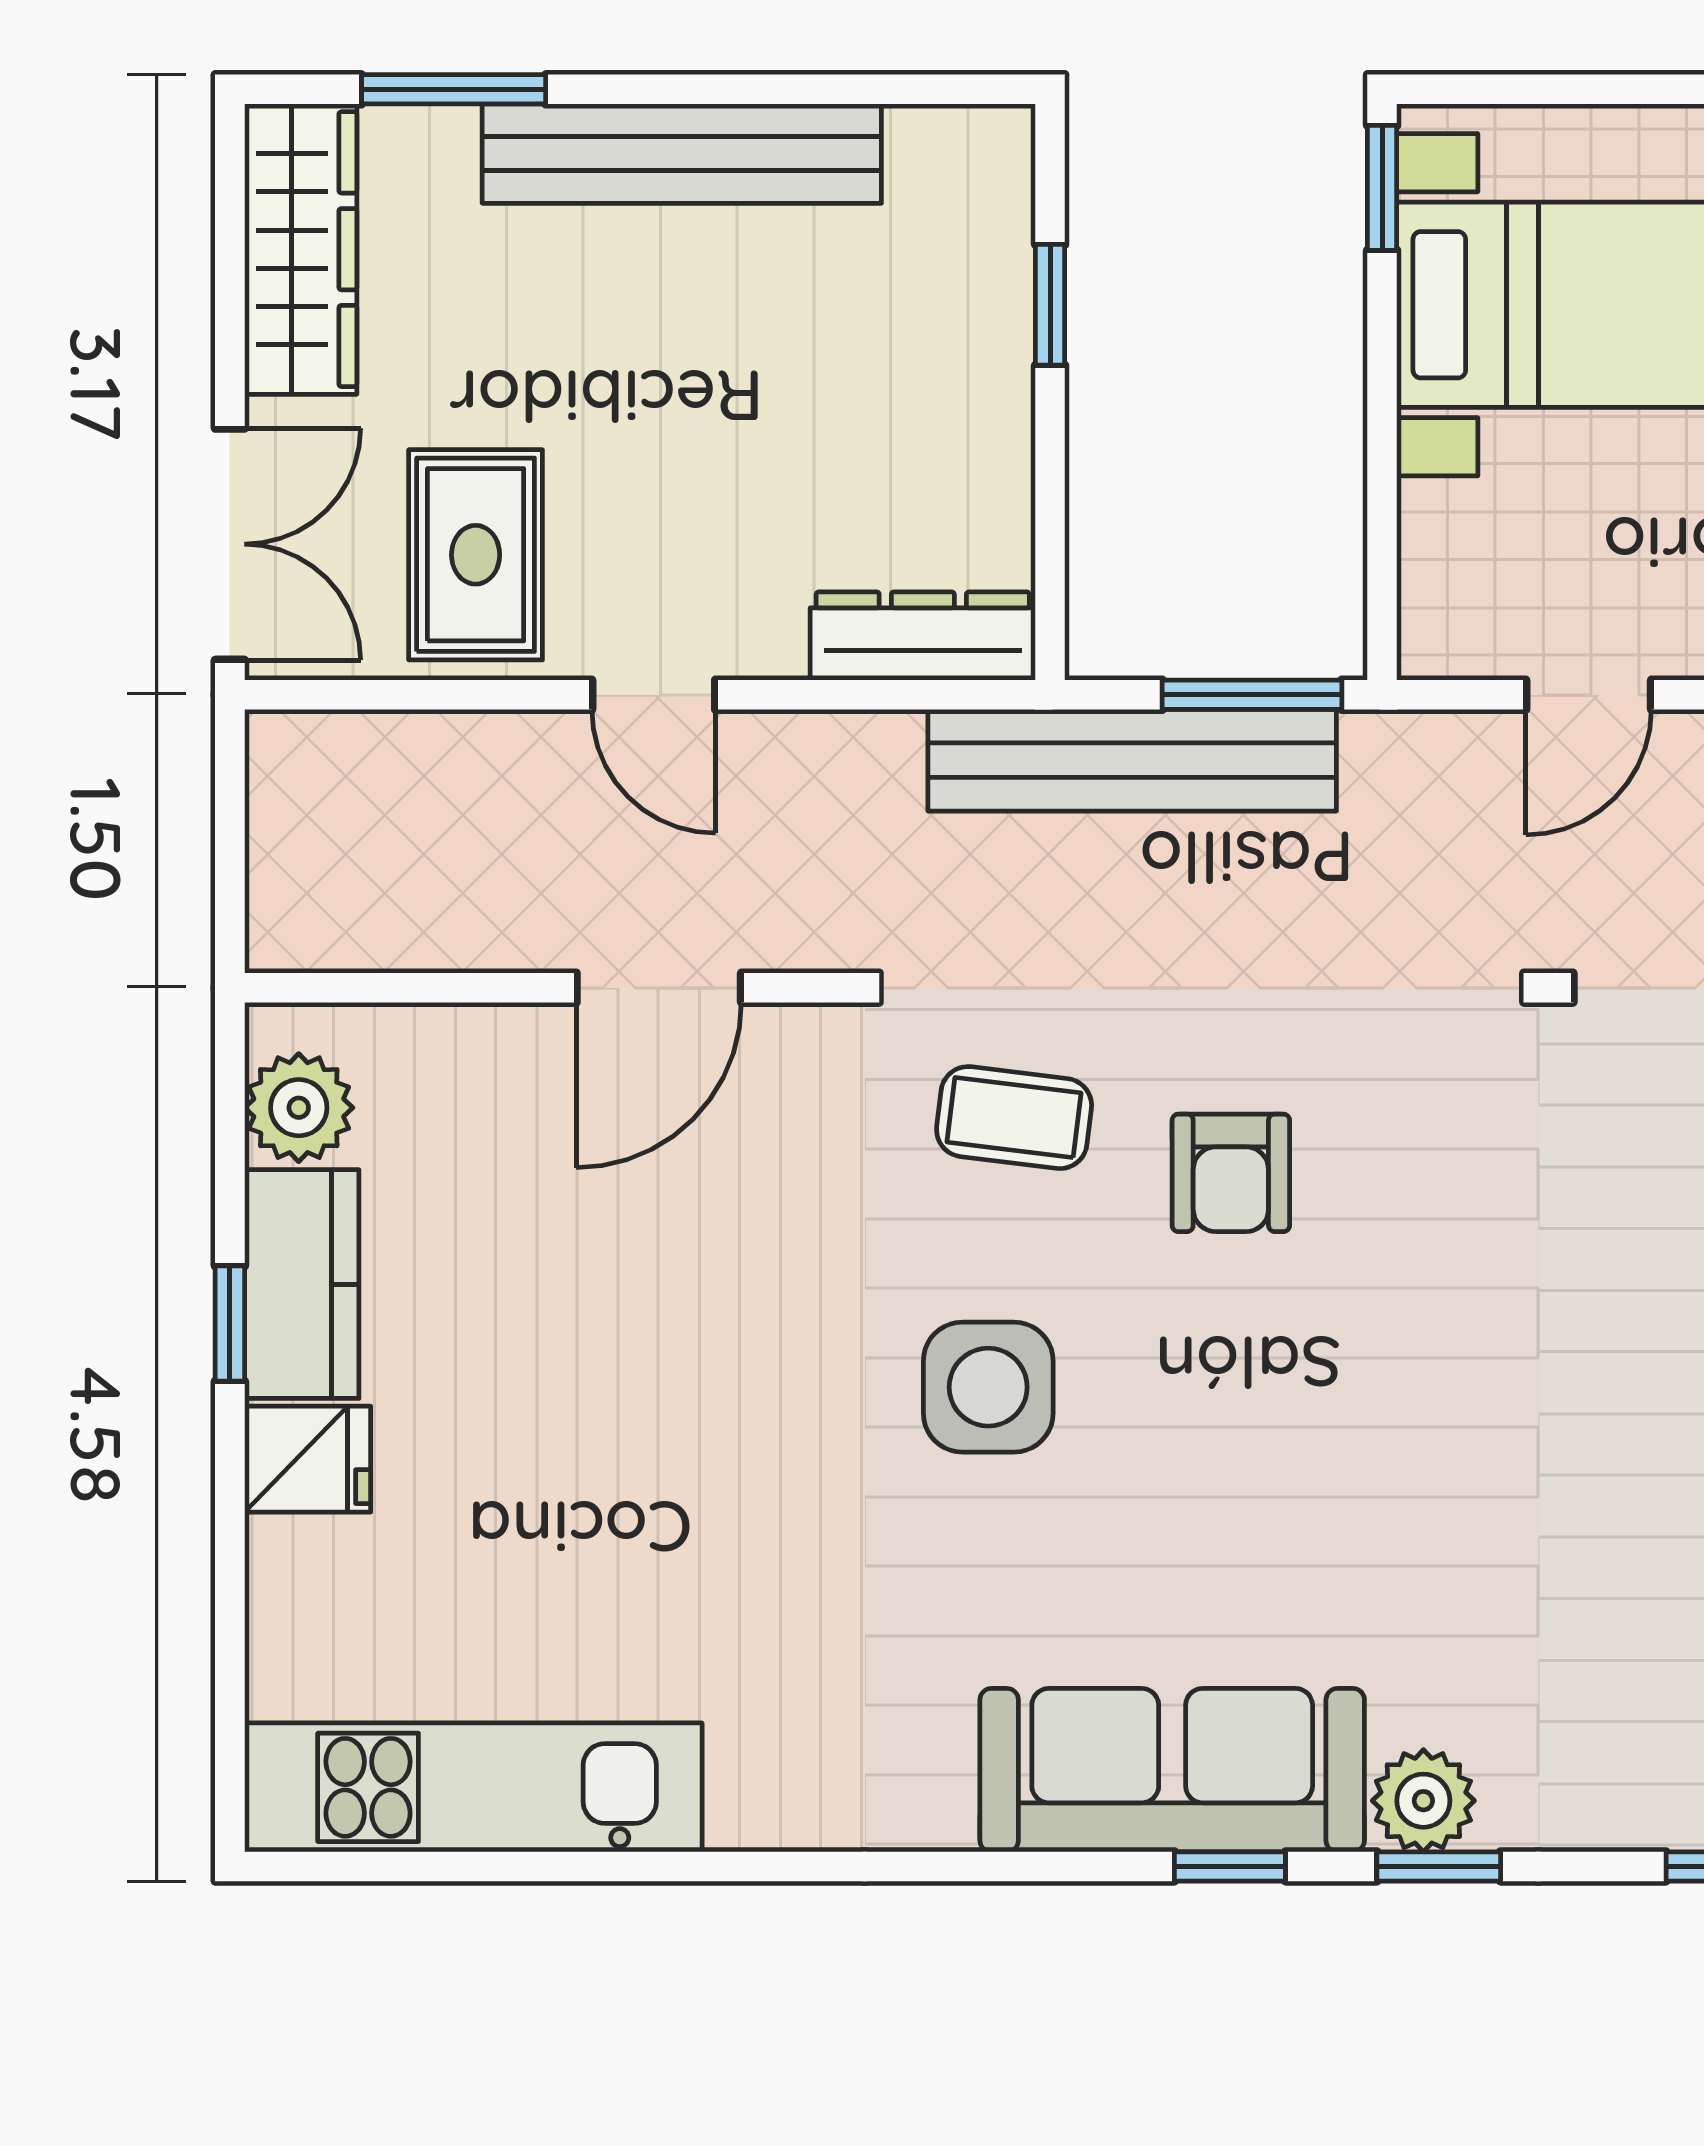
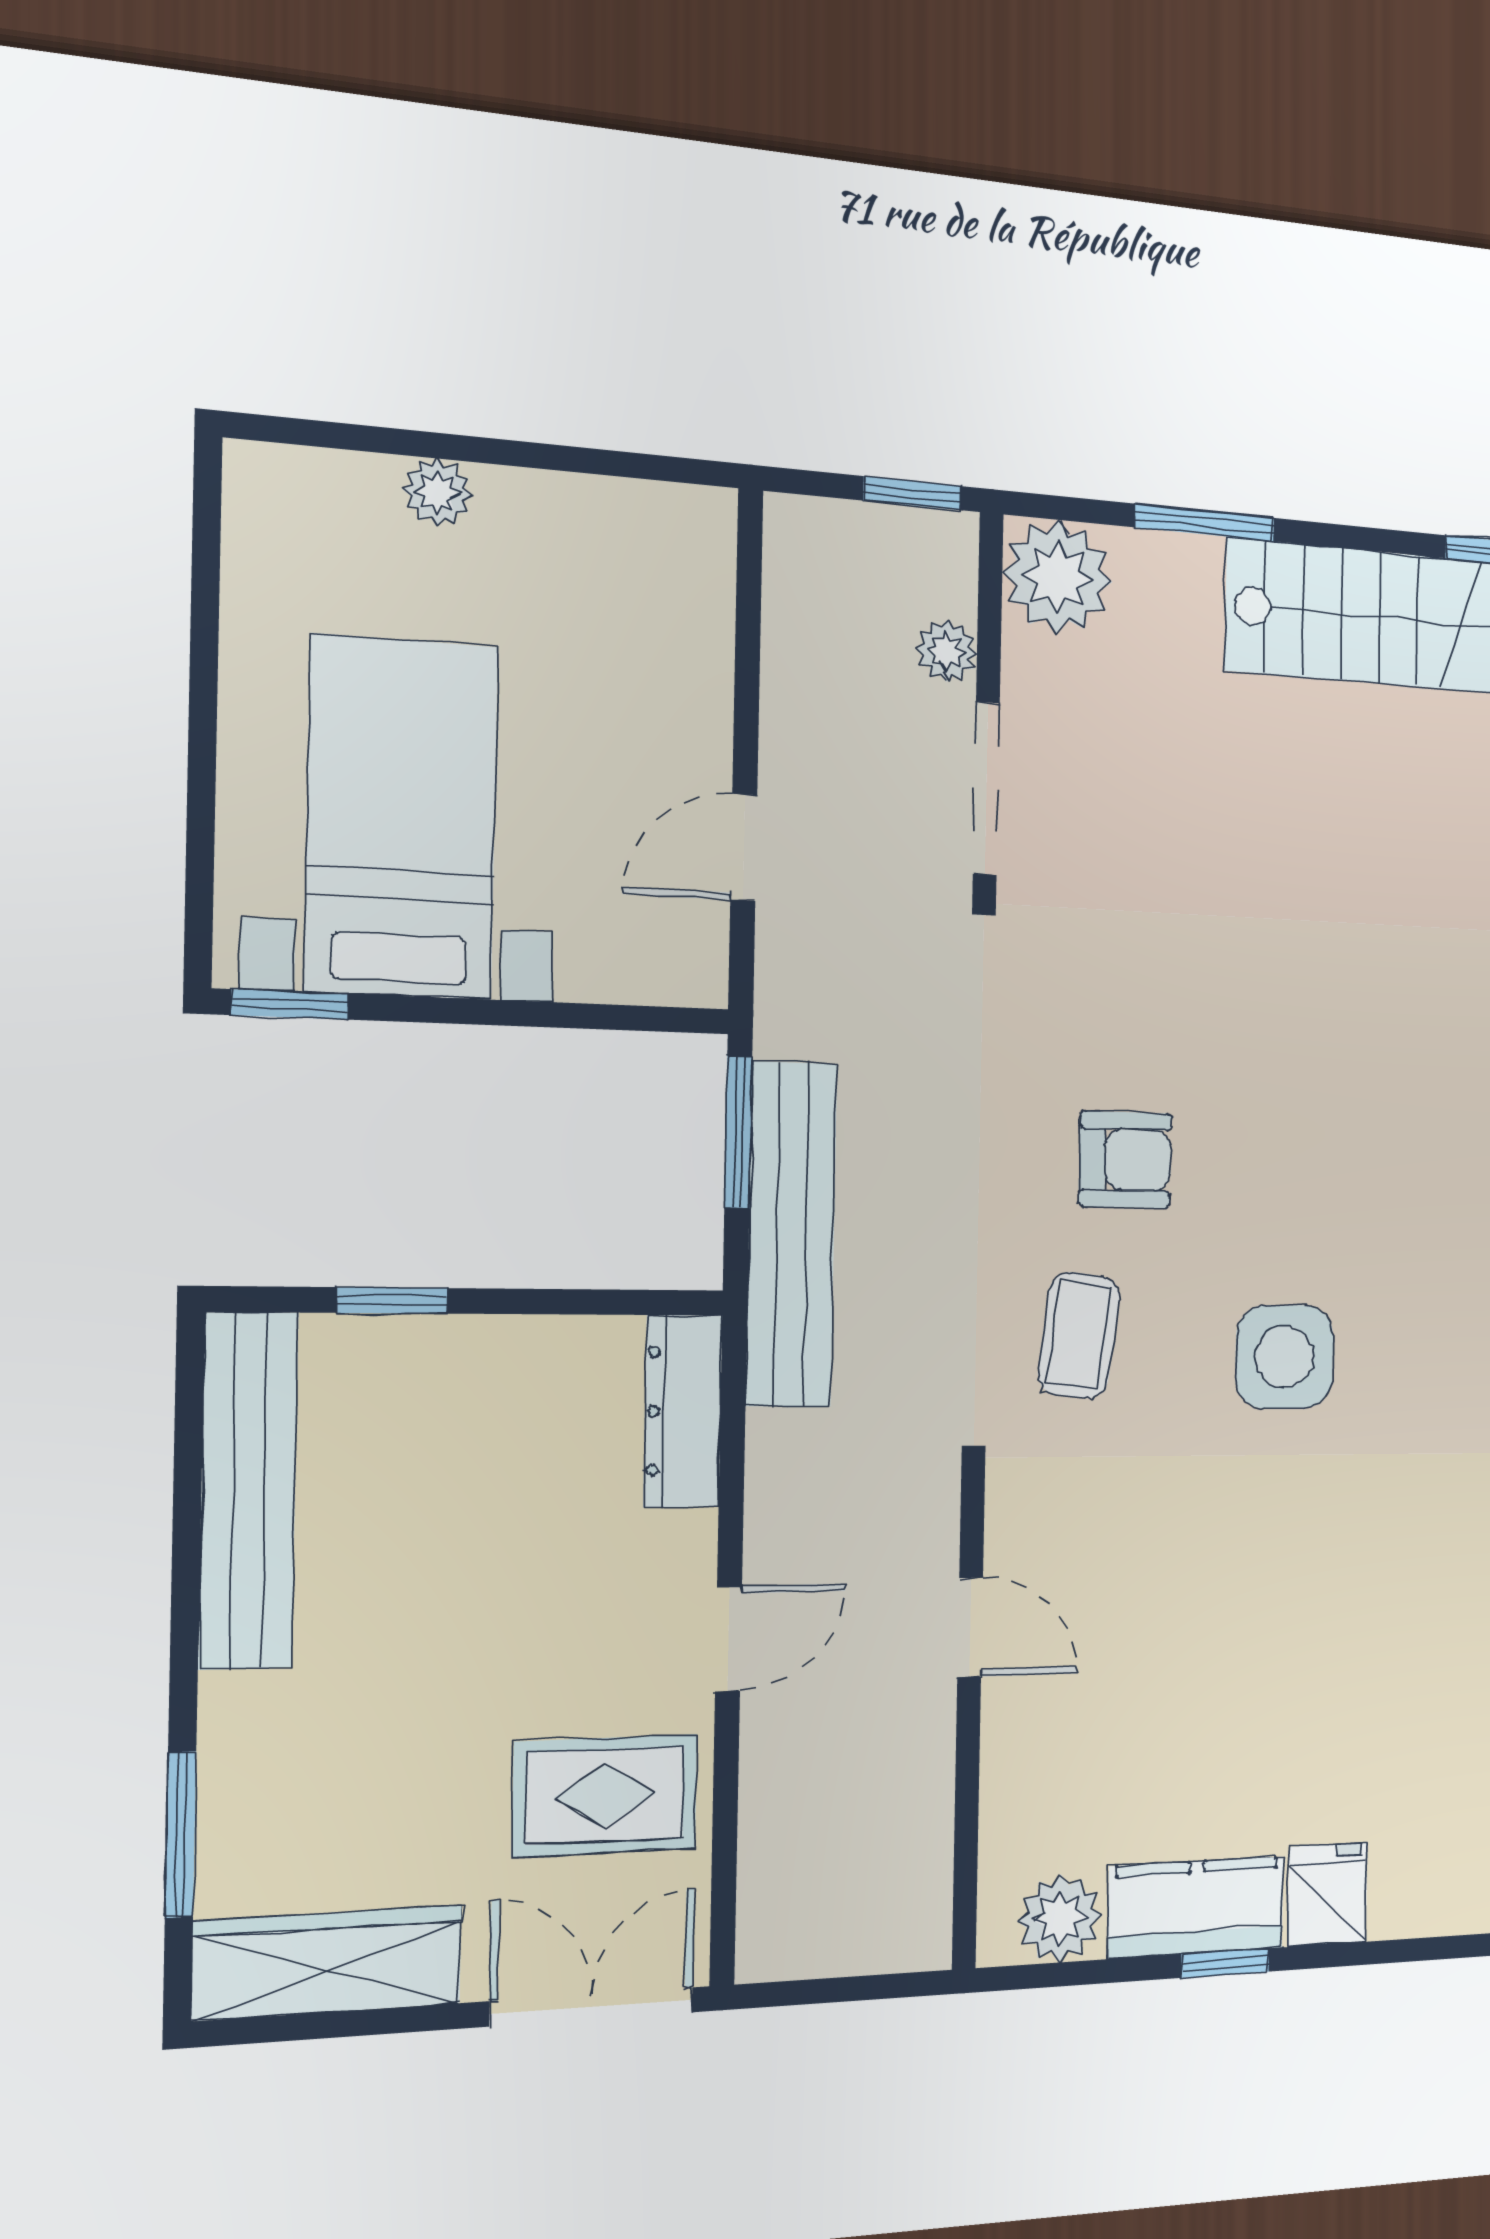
bench: (682, 154) -> (248, 1490), moved
door: (1589, 695) -> (744, 847), swing flipped
door: (659, 988) -> (970, 1628), width x0.73

